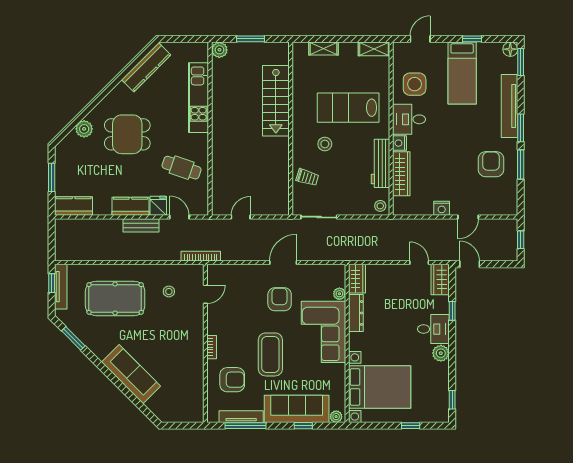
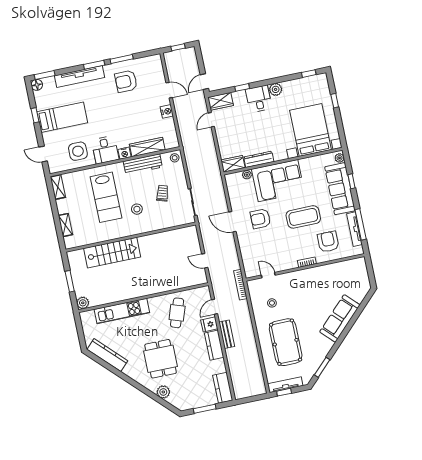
trolley: (307, 177) -> (162, 193), moved

